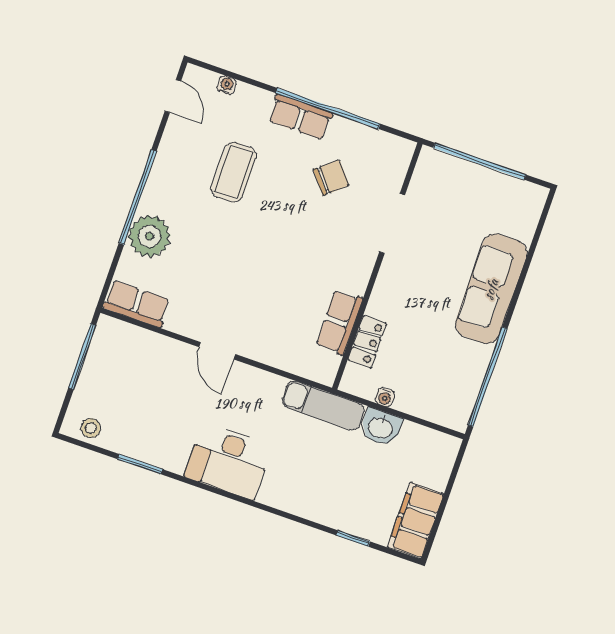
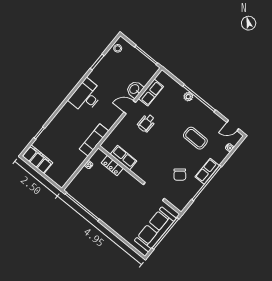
plant: (149, 236) -> (188, 97), width x0.53, depth x0.53
sofa: (491, 289) -> (155, 229), moved, turned -90
wheelchair: (240, 298) -> (146, 123), added
row of seats: (137, 304) -> (151, 93), moved
washbasin: (381, 427) -> (135, 89), moved

